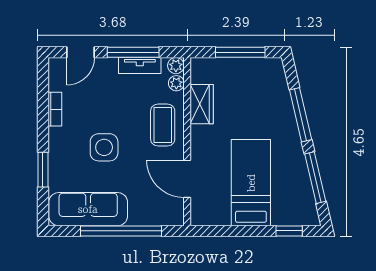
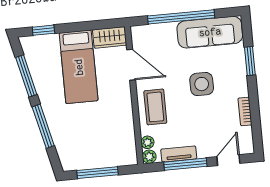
wardrobe: (202, 104) -> (110, 37), moved, turned -90

